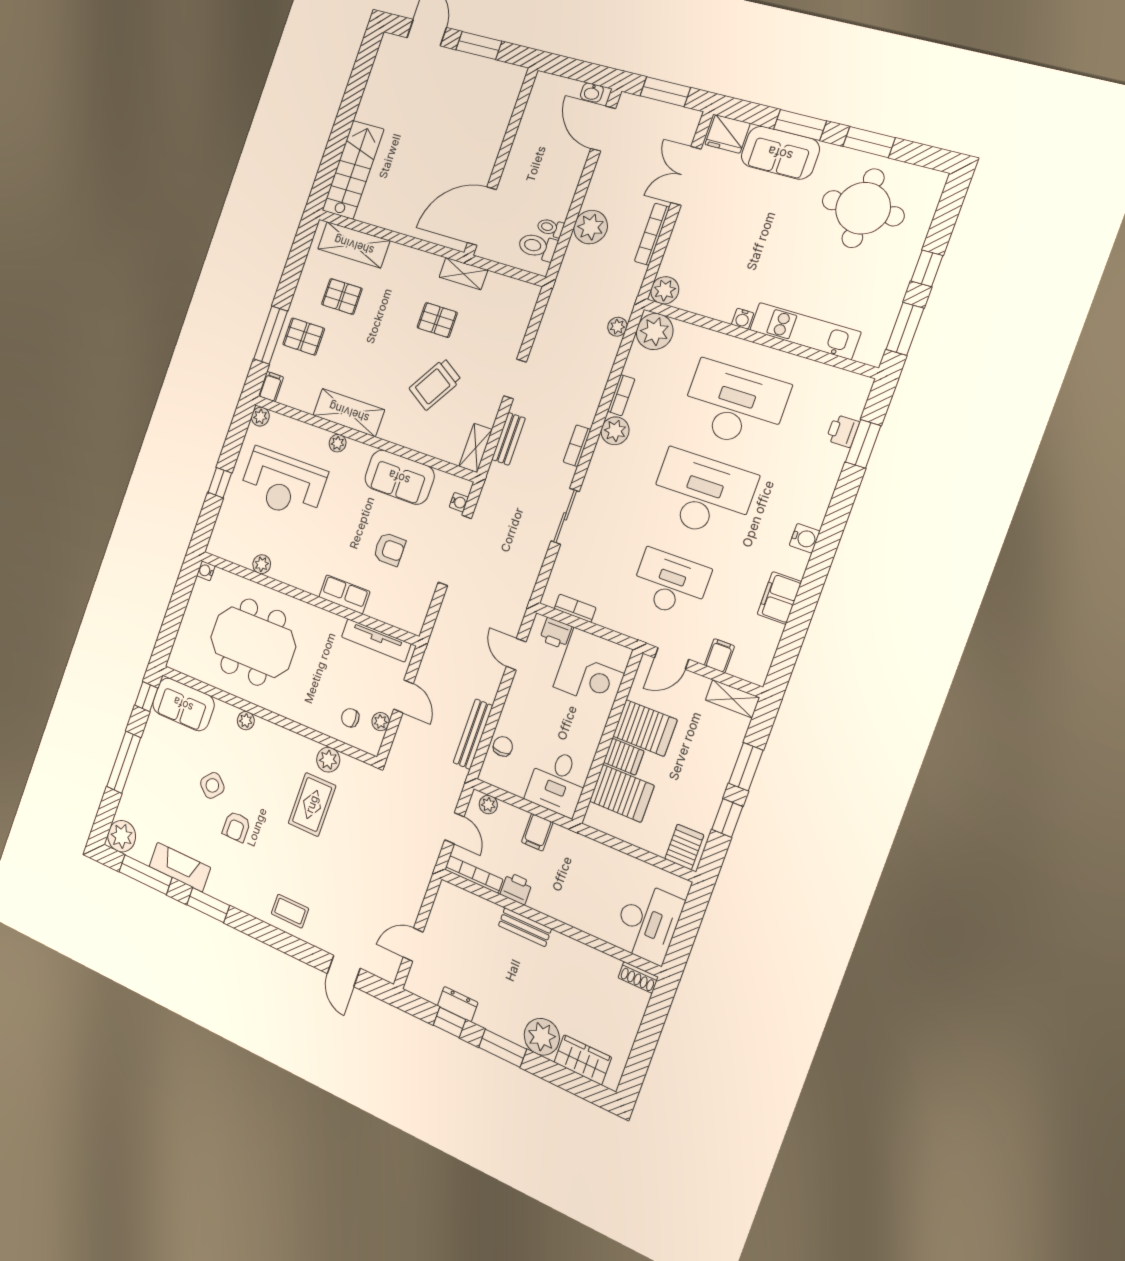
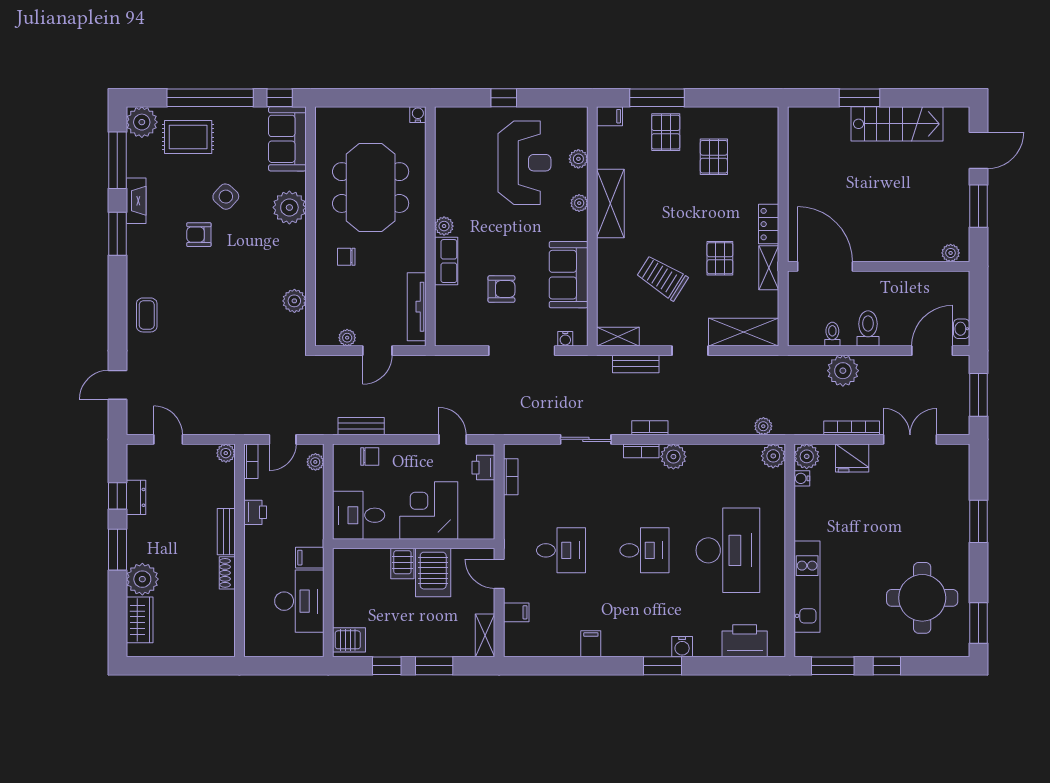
plant: (514, 85) -> (951, 253), added
fridge: (728, 134) -> (852, 458), moved, turned -90
window: (338, 138) -> (859, 98), added
window: (869, 142) -> (978, 623), moved
sofa: (780, 153) -> (951, 513), removed
stairs: (353, 170) -> (897, 124), moved
shelving: (354, 245) -> (744, 332), moved, turned 90
toilet: (538, 247) -> (868, 328), moved
locker: (422, 261) -> (769, 224), added
water cooler: (743, 319) -> (802, 478), moved
plant: (655, 332) -> (773, 456), width x0.73, depth x0.73
bookcase: (621, 395) -> (641, 451), moved
plant: (260, 417) -> (578, 159), moved
printer: (843, 431) -> (745, 641), width x1.87, depth x1.48
window: (863, 444) -> (662, 666), moved
reception desk: (283, 484) -> (524, 163), turned 180
desk: (702, 494) -> (644, 550), width x0.53, depth x0.77
water cooler: (805, 538) -> (682, 647), moved
armchair: (389, 549) -> (501, 289), turned -90
plant: (262, 564) -> (444, 226), moved
desk: (670, 583) -> (561, 550), width x0.73
filing cabinet: (779, 598) -> (591, 644), width x0.50
door: (516, 654) -> (453, 439), hinge flipped
corner desk: (593, 668) -> (429, 510), moved, turned 90
chair: (350, 718) -> (346, 257), moved, turned -90
plant: (246, 721) -> (289, 207), width x1.88, depth x1.88
bench: (473, 734) -> (361, 426), width x0.73
window: (124, 762) -> (210, 98), width x1.46
server rack: (622, 793) -> (371, 573), removed
rug: (312, 804) -> (188, 137), moved
filing cabinet: (537, 832) -> (310, 558), moved
fireplace: (180, 867) -> (136, 201), width x0.73, depth x0.76
bookcase: (474, 875) -> (251, 461), width x0.64
plant: (447, 892) -> (226, 453), added
desk: (648, 922) -> (299, 601), moved, turned -90
shoe rack: (638, 977) -> (227, 573), moved

